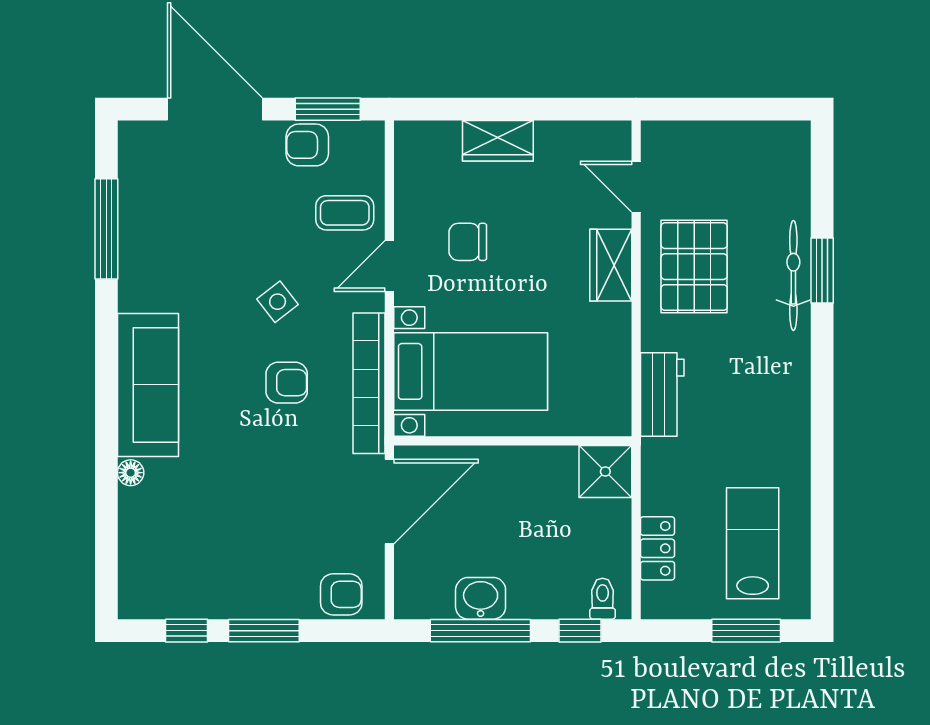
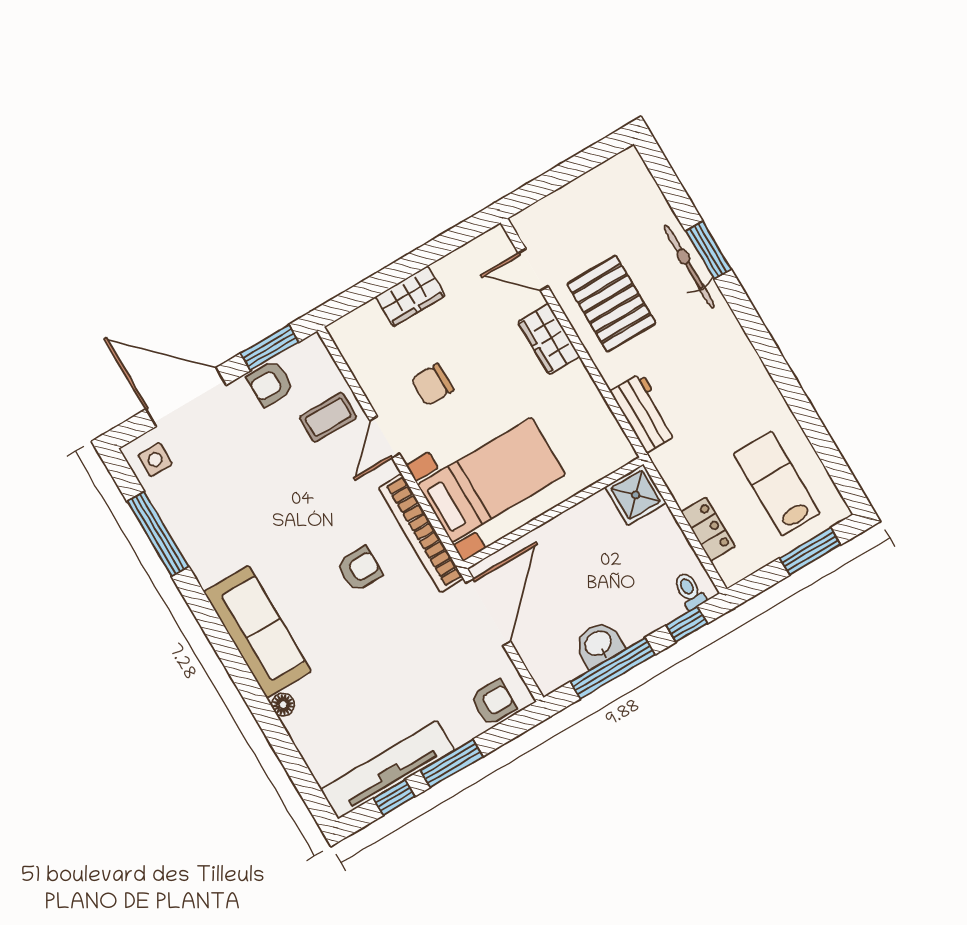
side table: (278, 302) -> (155, 460), moved, turned 38
tv unit: (196, 599) -> (388, 770), added

